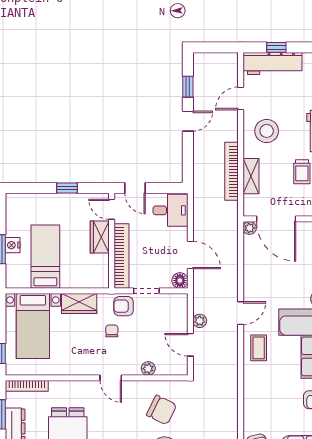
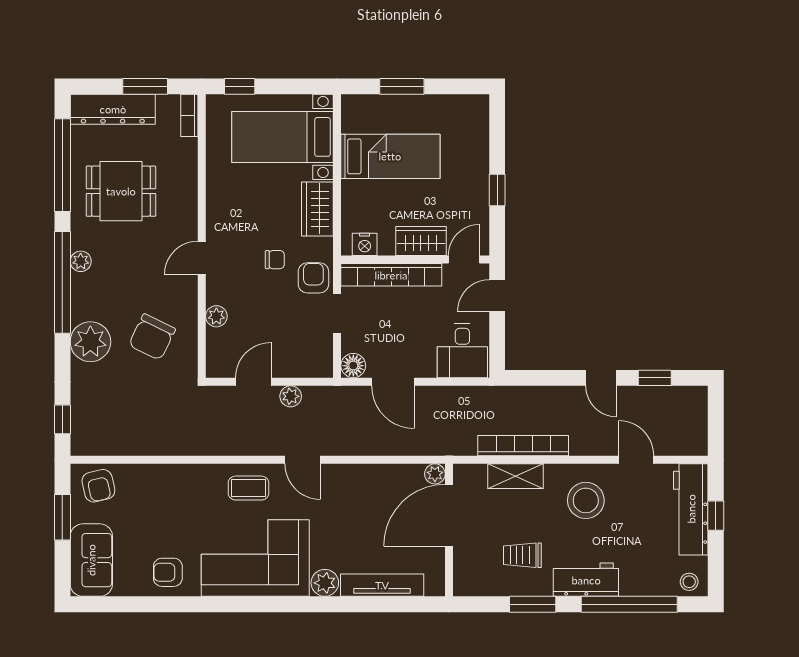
nightstand: (13, 245) -> (365, 244), moved, turned 180
door: (190, 255) -> (393, 382), hinge flipped
bookcase: (27, 386) -> (189, 115), width x0.64

